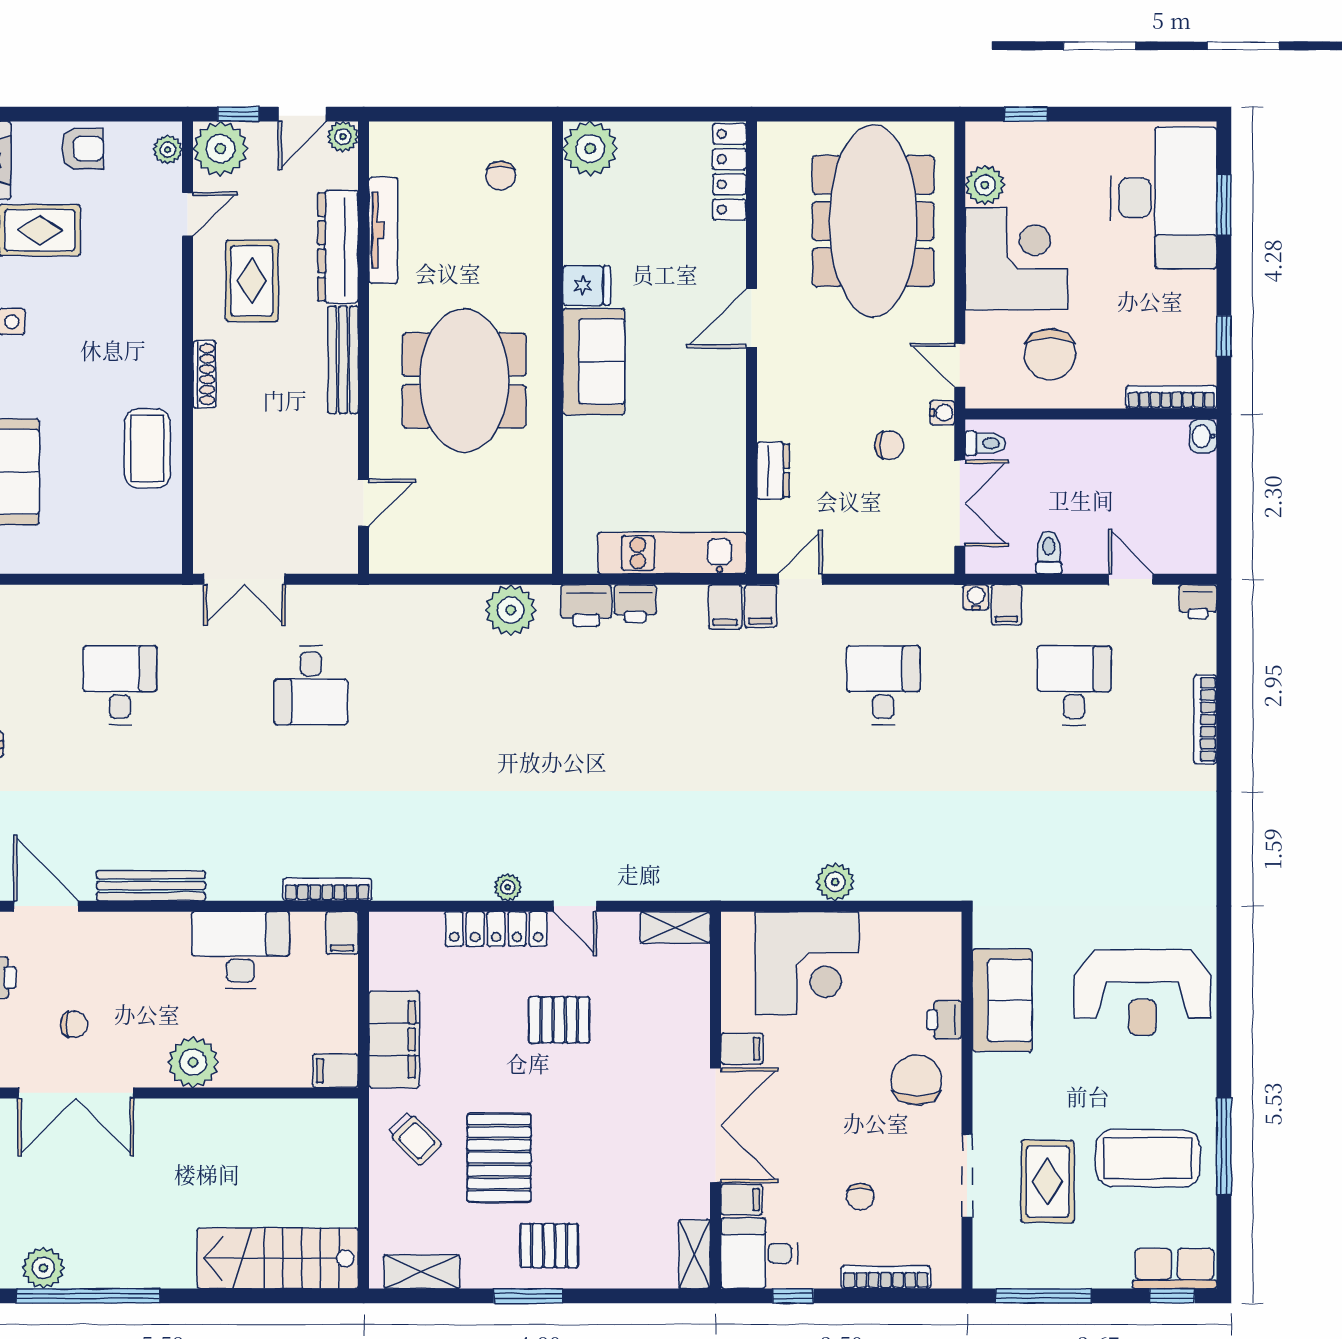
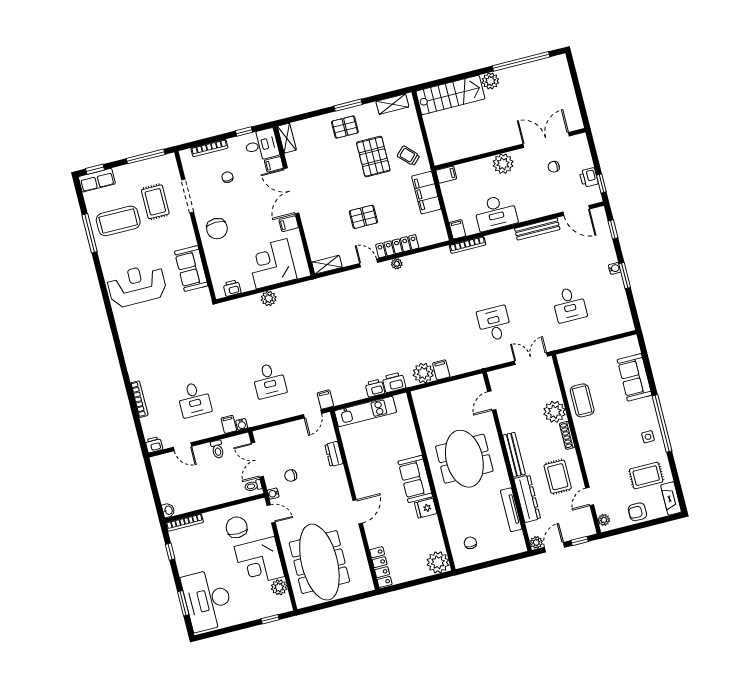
plant: (220, 149) -> (554, 412), moved
filing cabinet: (725, 607) -> (441, 370), moved
printer: (944, 1020) -> (232, 288), moved, turned -90
plant: (43, 1268) -> (490, 81), moved

